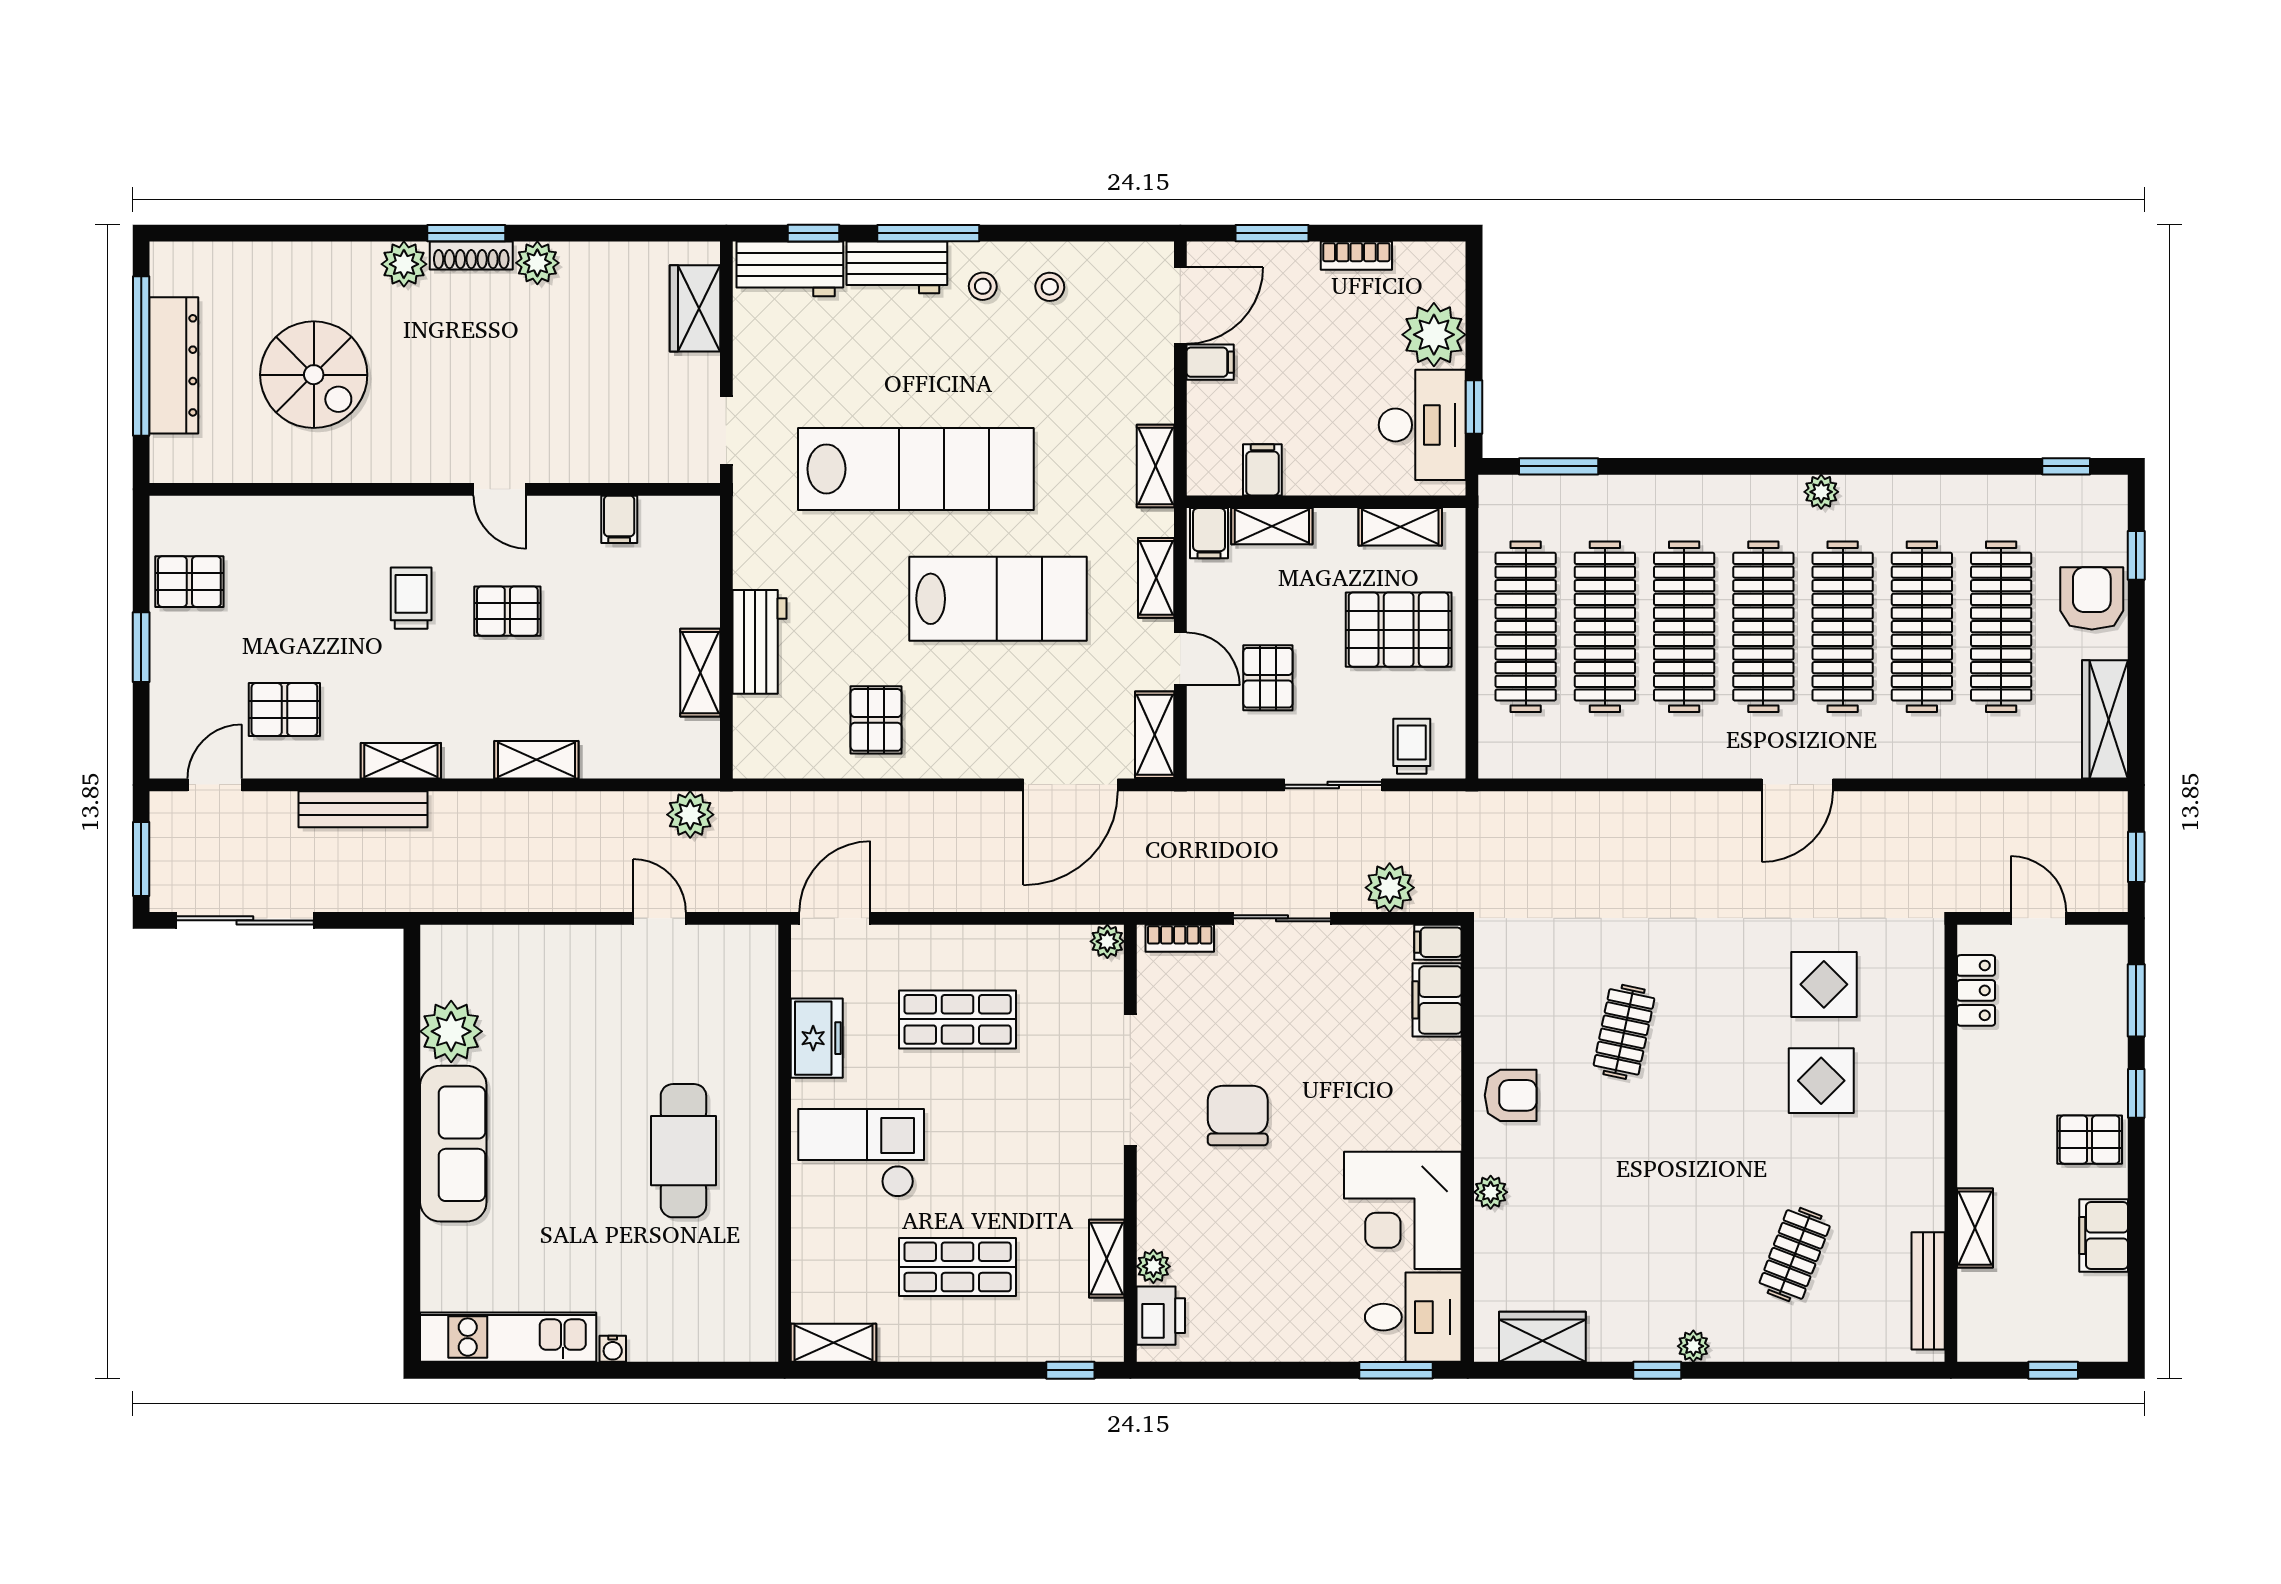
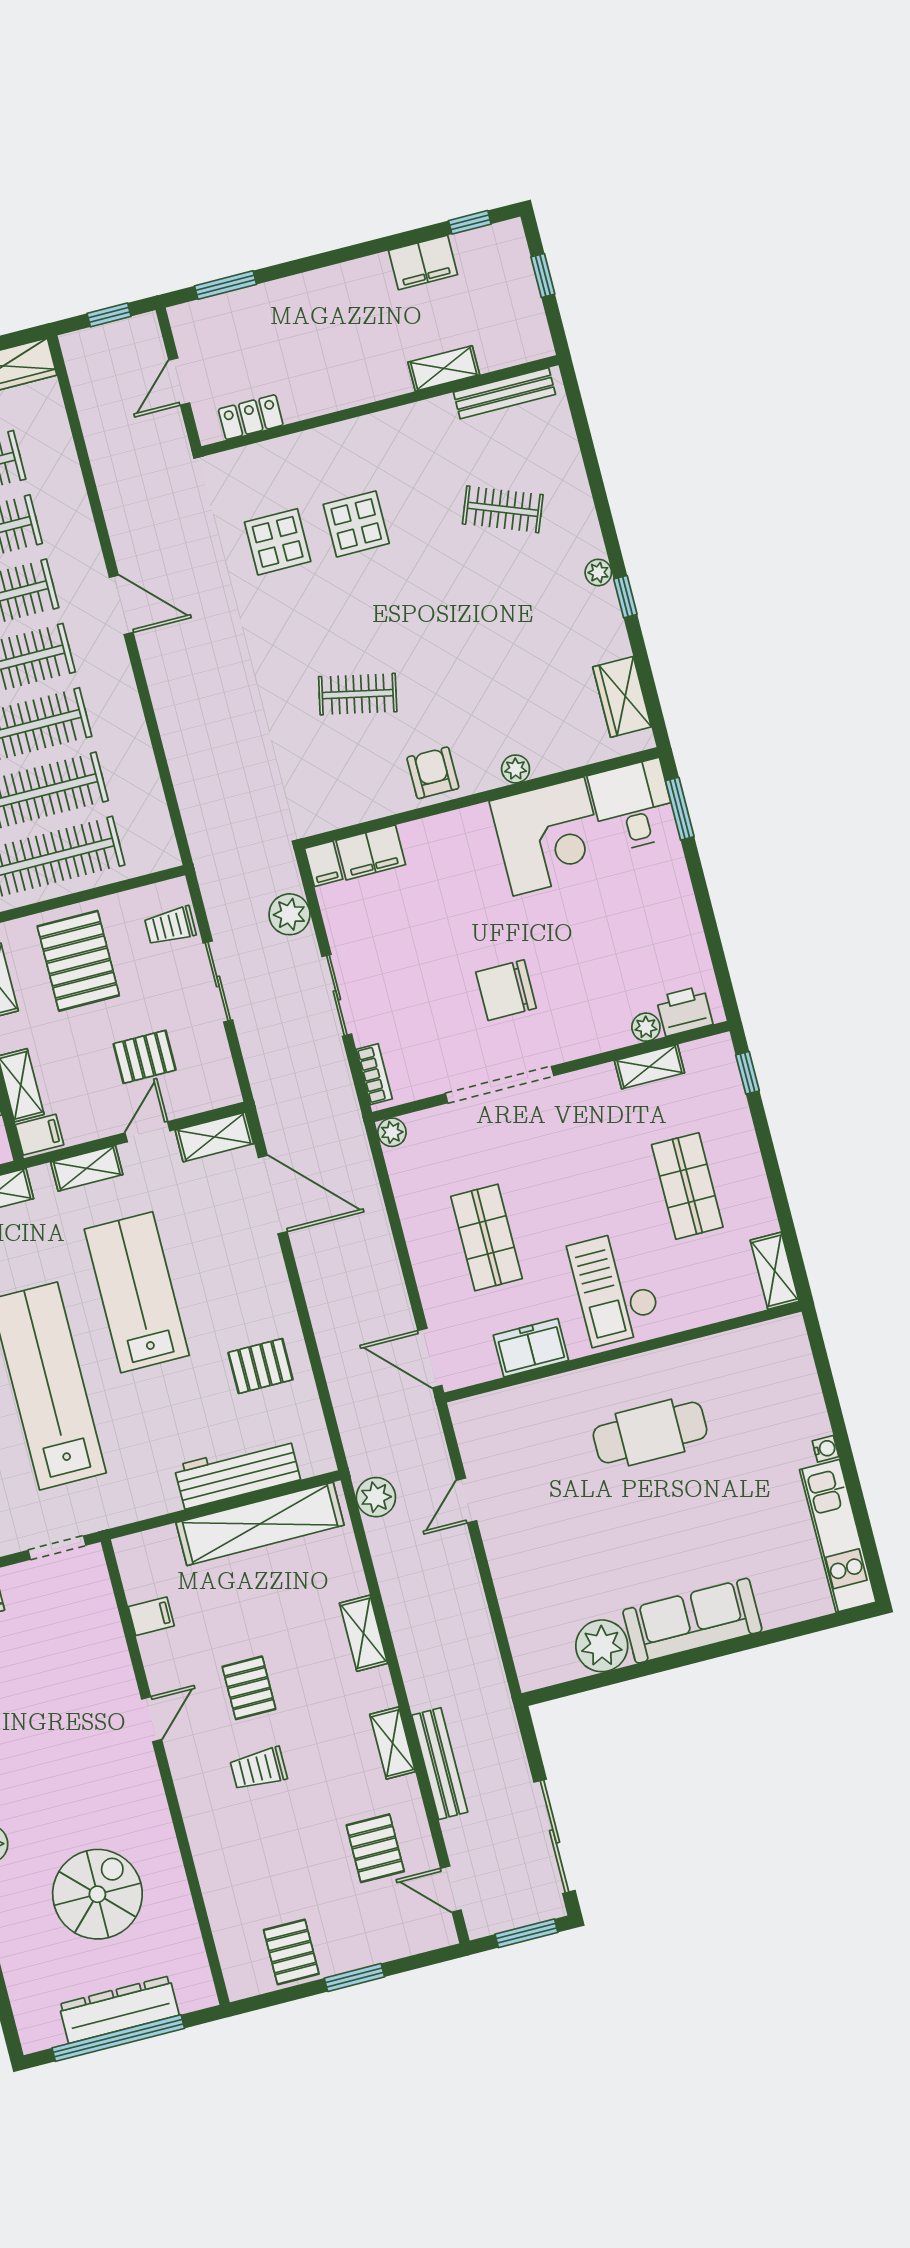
workbench: (759, 642) -> (237, 1473), width x1.38
shelving: (700, 673) -> (260, 1524), width x2.20, depth x1.33
window: (2136, 1093) -> (470, 222), moved
pallet: (2090, 1140) -> (348, 294), removed

